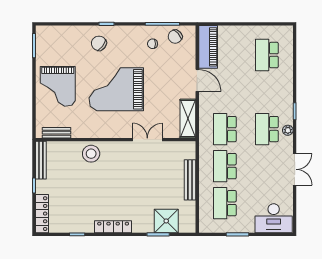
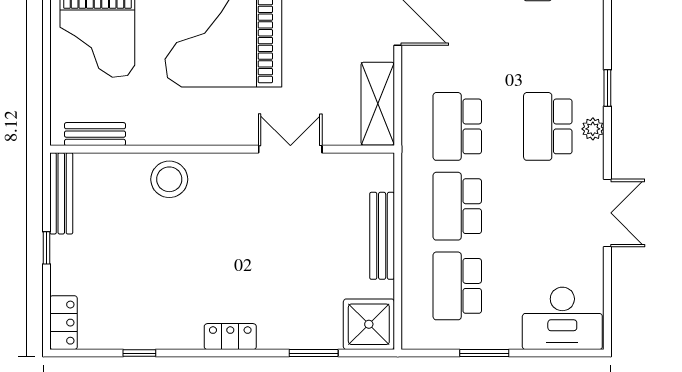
locker: (42, 214) -> (64, 323), width x0.66
shower: (166, 221) -> (369, 324), moved
locker: (113, 227) -> (230, 337), width x0.66

